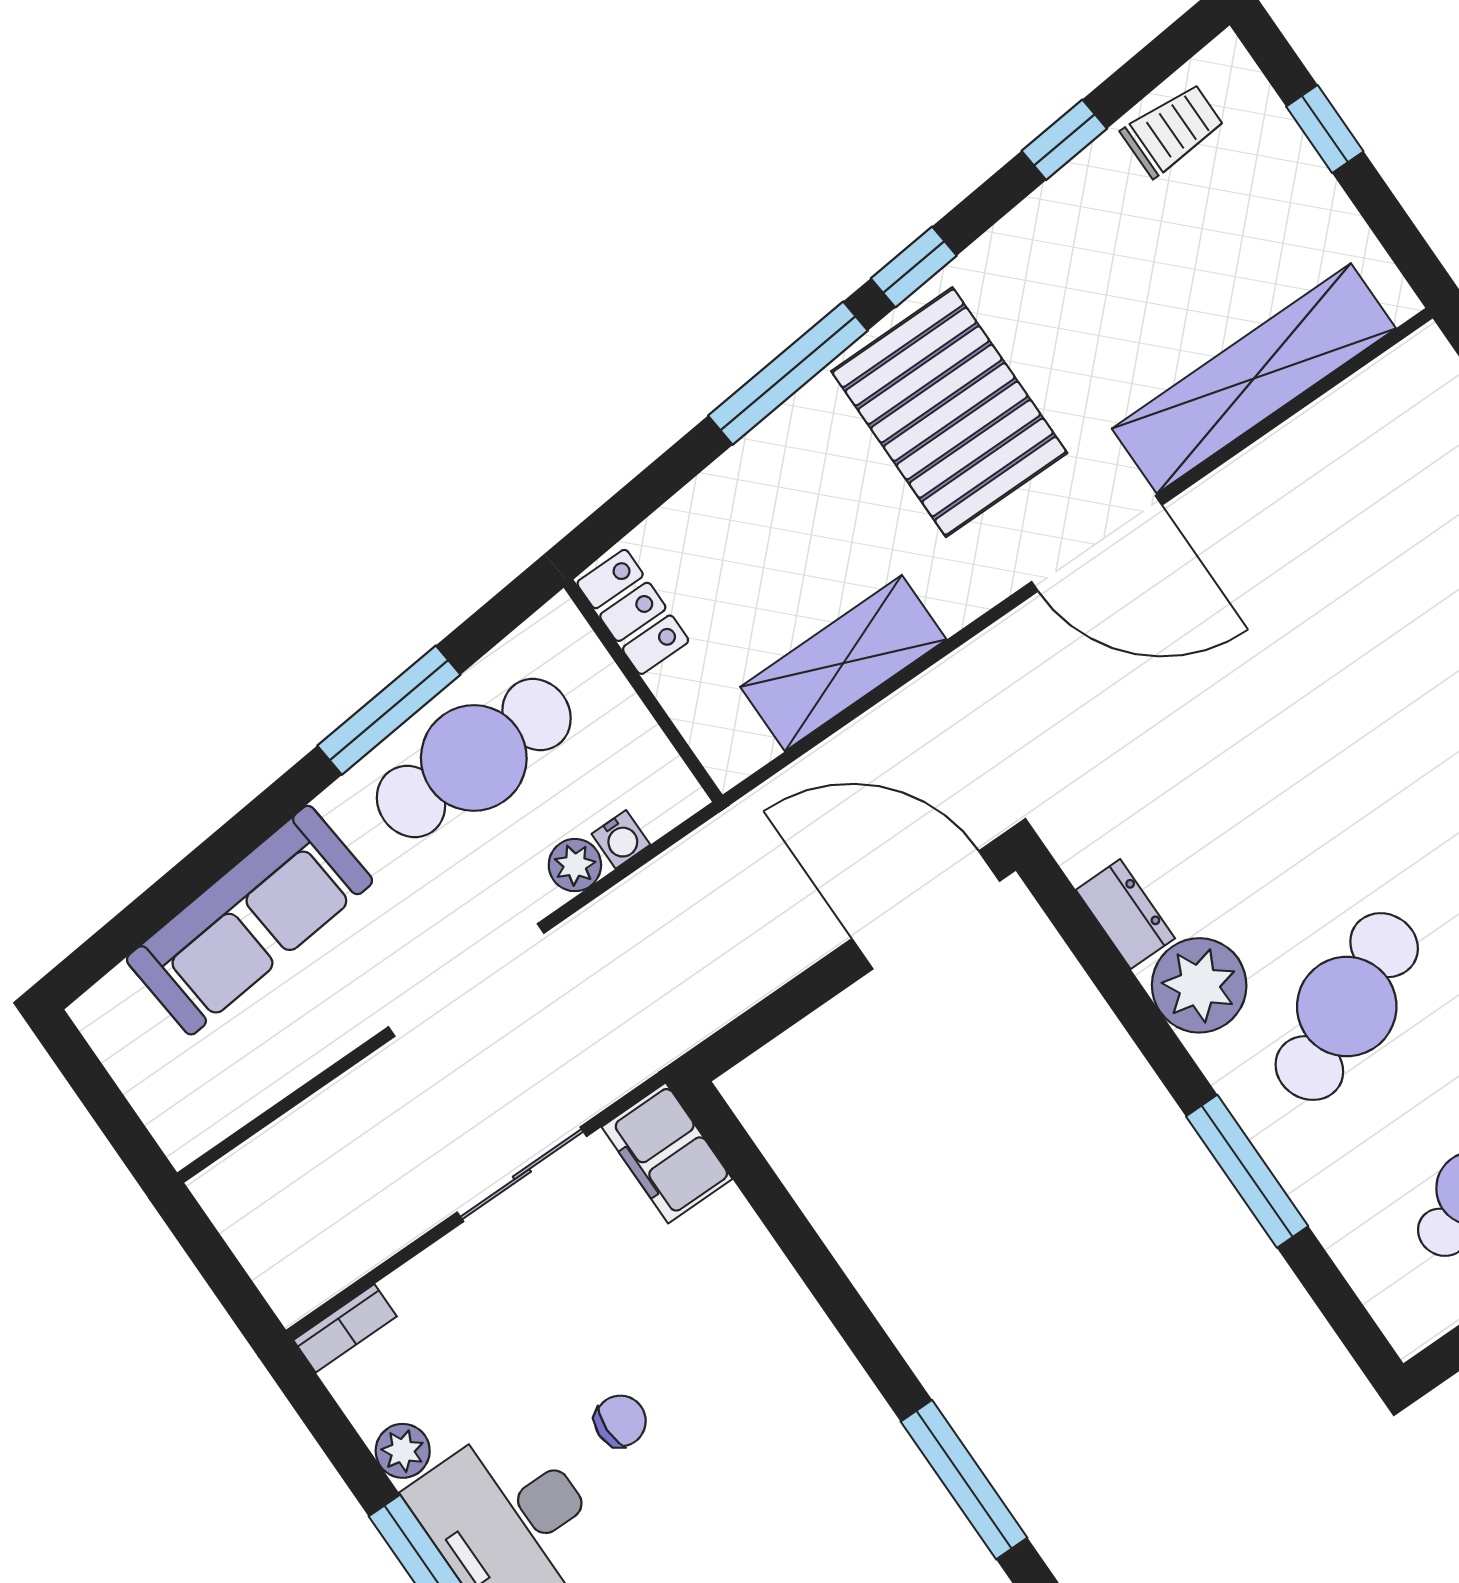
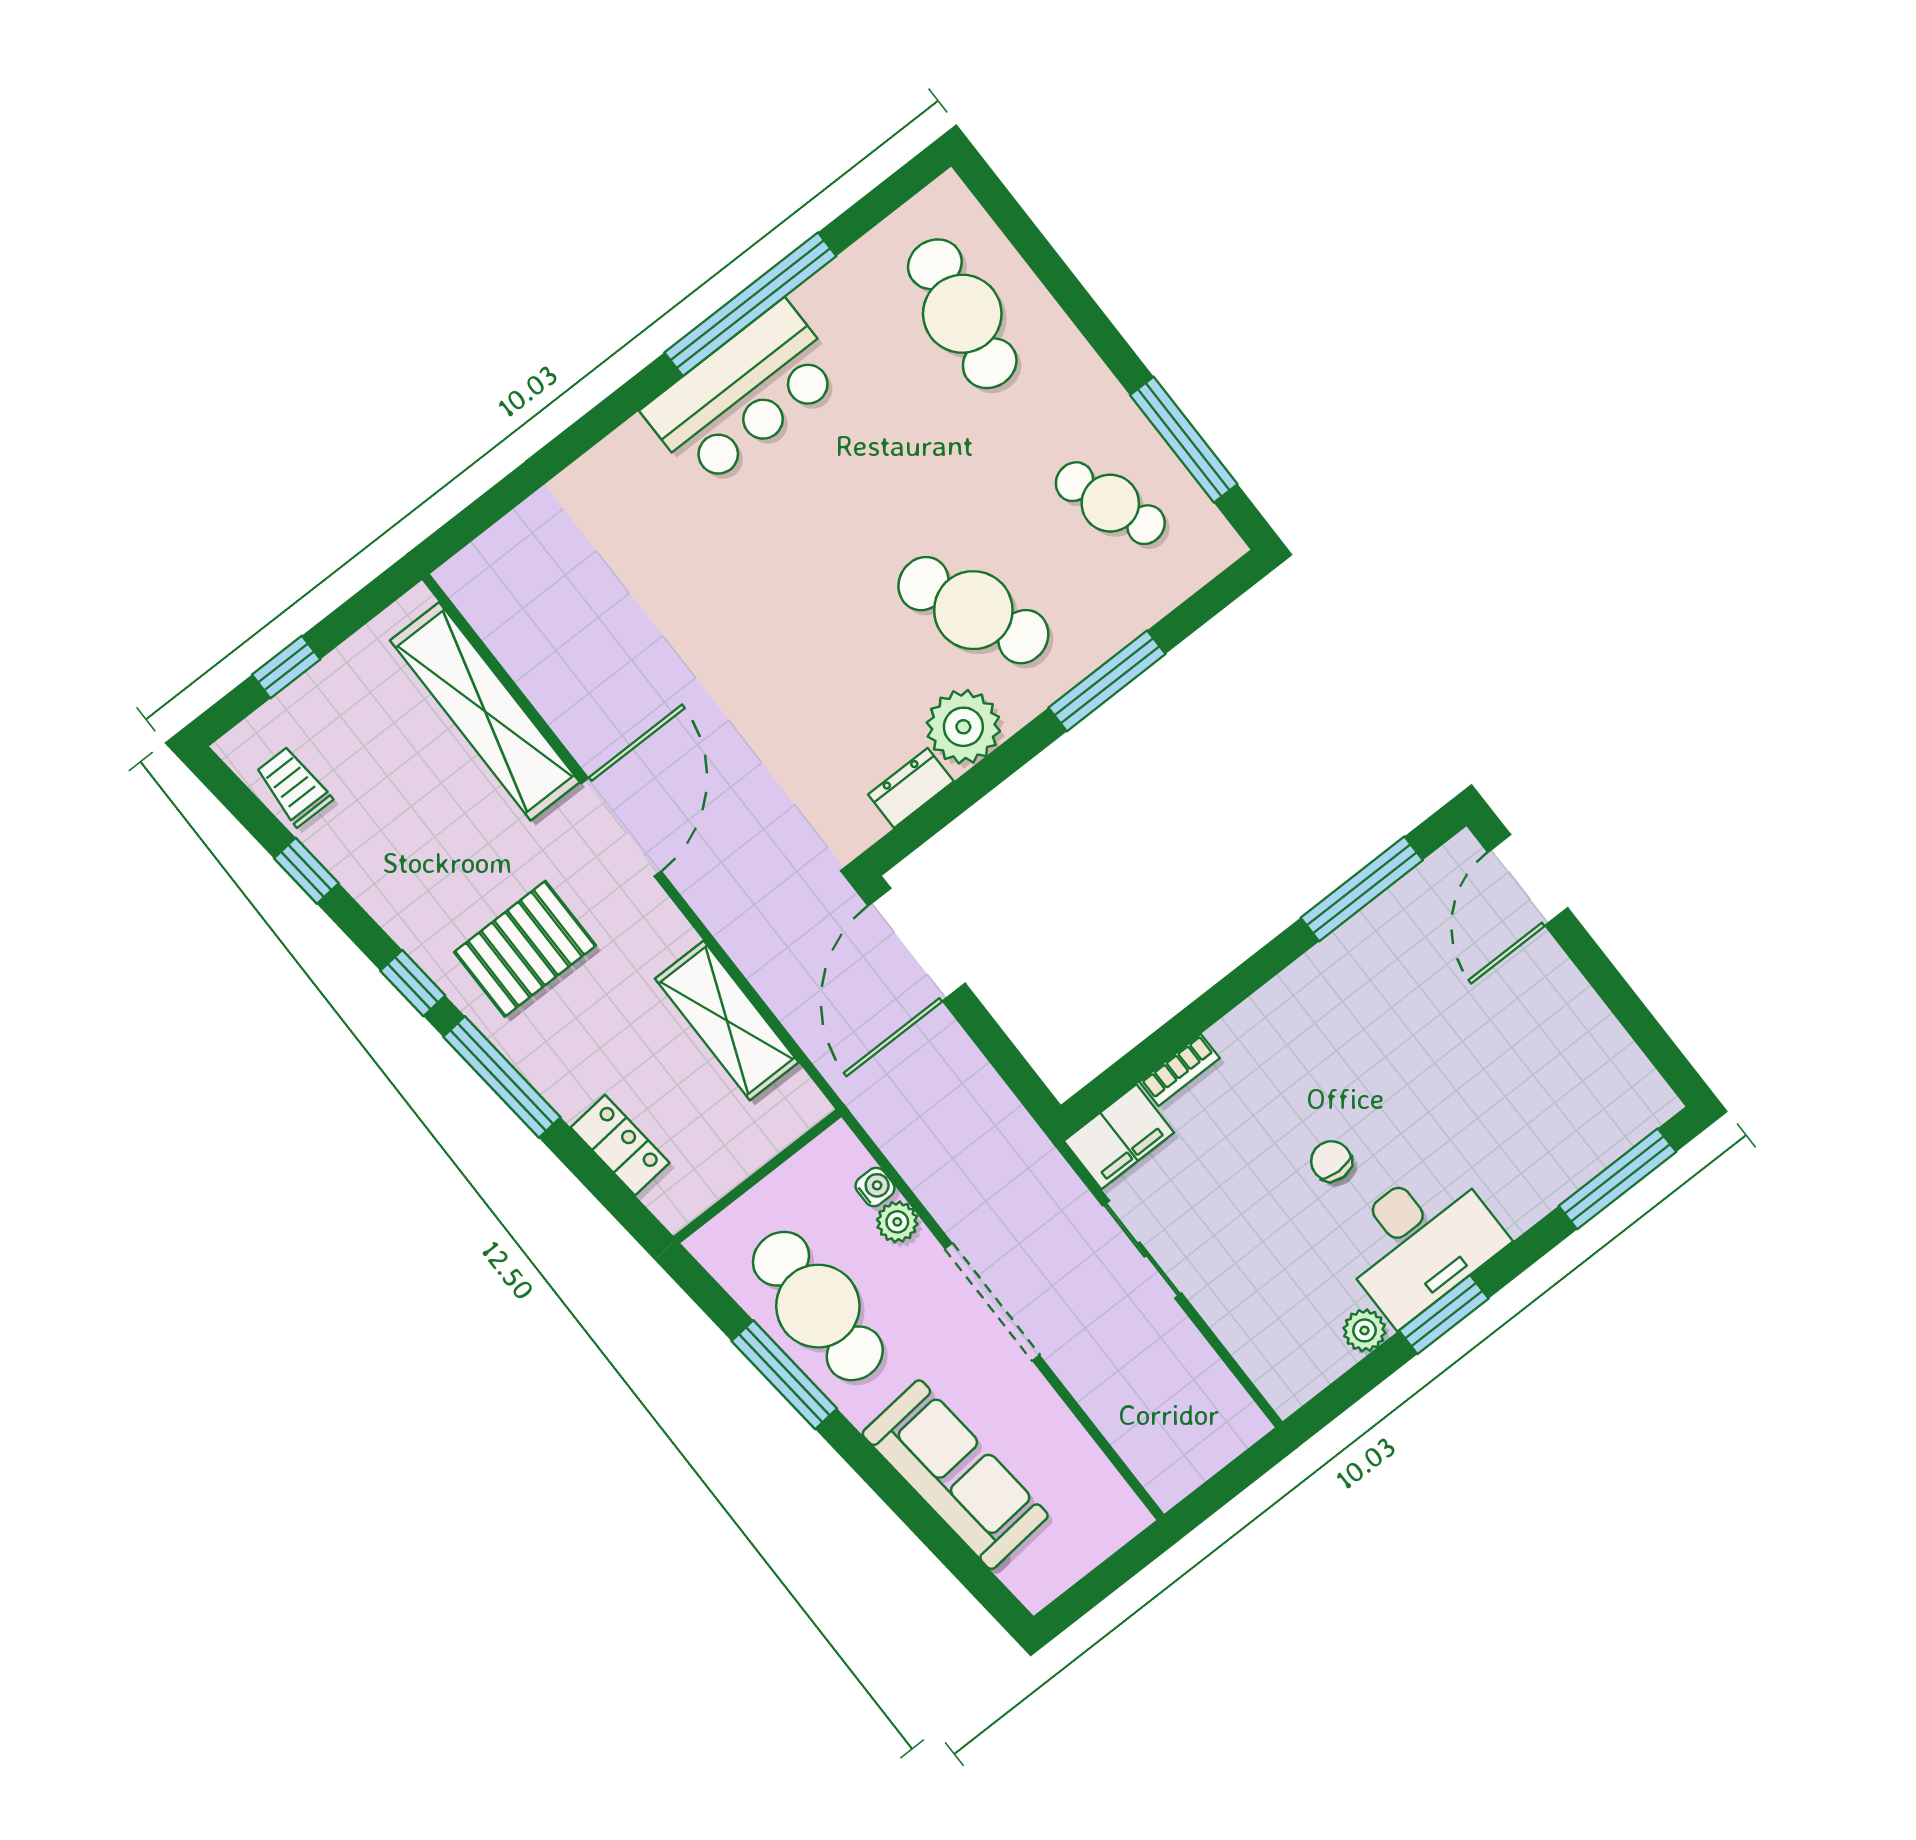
pallet: (949, 412) -> (525, 949), width x0.73, depth x0.71
locker: (633, 612) -> (620, 1145), moved, turned 85
bookcase: (345, 1328) -> (1180, 1070), moved, turned 90

